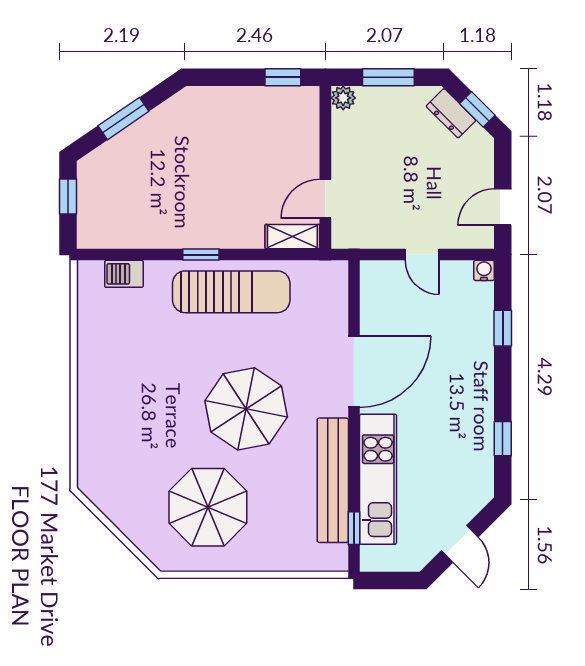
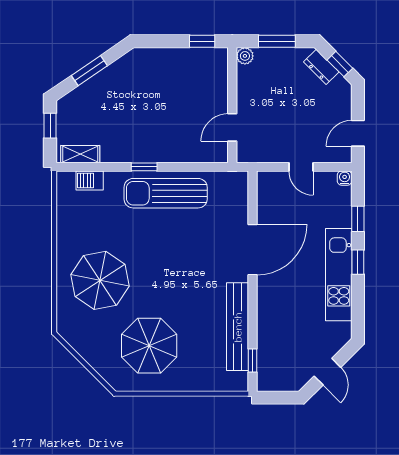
shelving: (292, 237) -> (80, 154), moved
sun lounger: (231, 292) -> (166, 193), turned 180
parasol: (246, 409) -> (100, 280), moved
window: (503, 439) -> (358, 262), moved
kitchen unit: (378, 479) -> (339, 275), moved, turned 180

